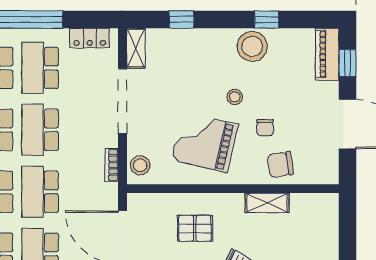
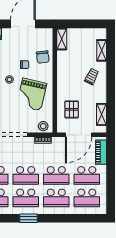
shelving: (267, 203) -> (62, 39), moved
pallet: (195, 228) -> (72, 109), moved

